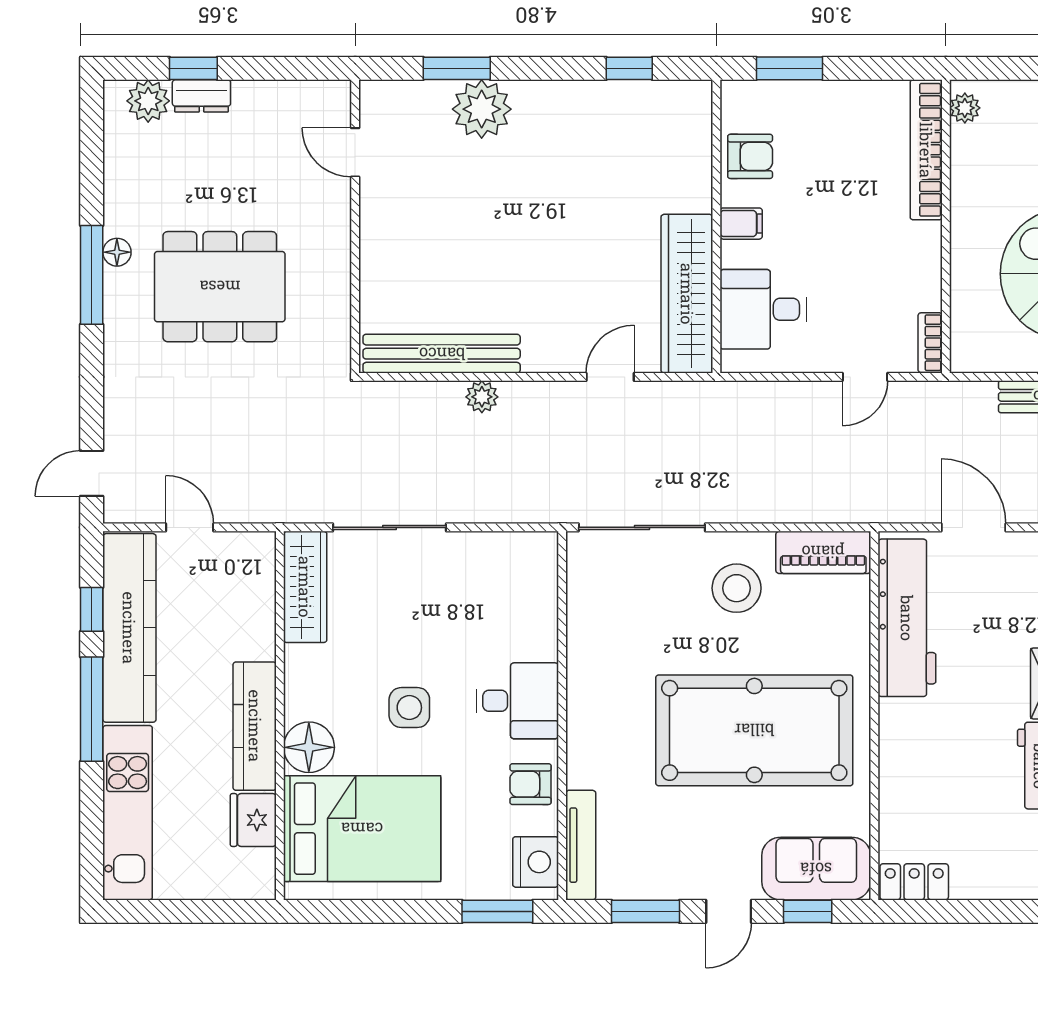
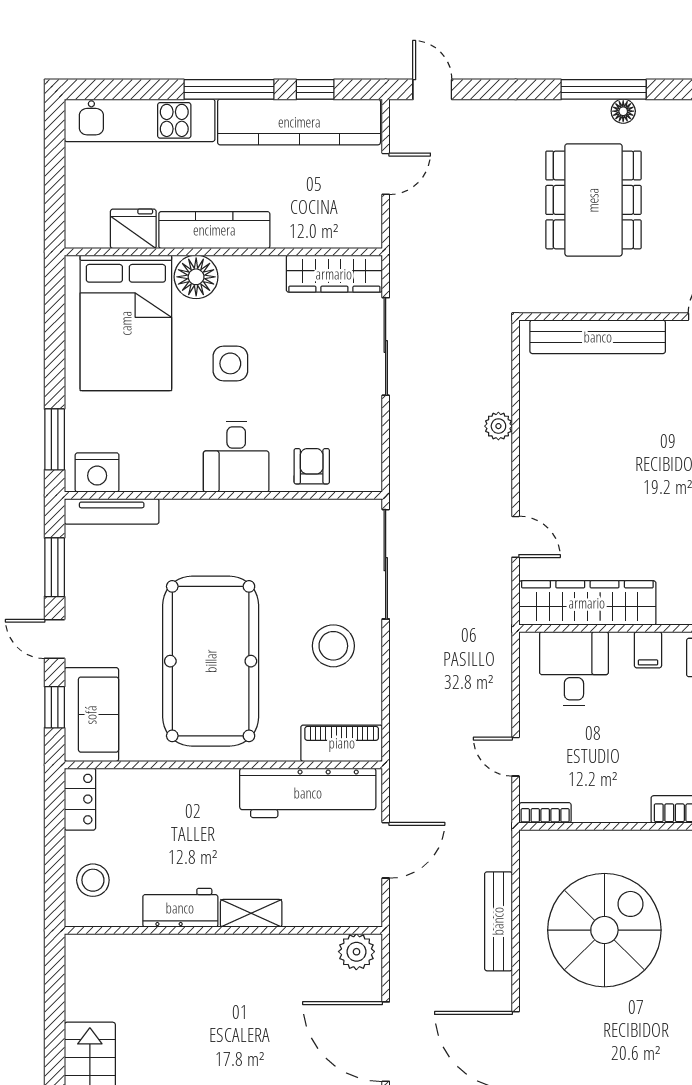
bench: (442, 354) -> (598, 337), moved, turned 90
piano: (823, 552) -> (342, 743), moved, turned 90
armchair: (531, 784) -> (312, 466), moved
stool: (1008, 867) -> (93, 880), added

